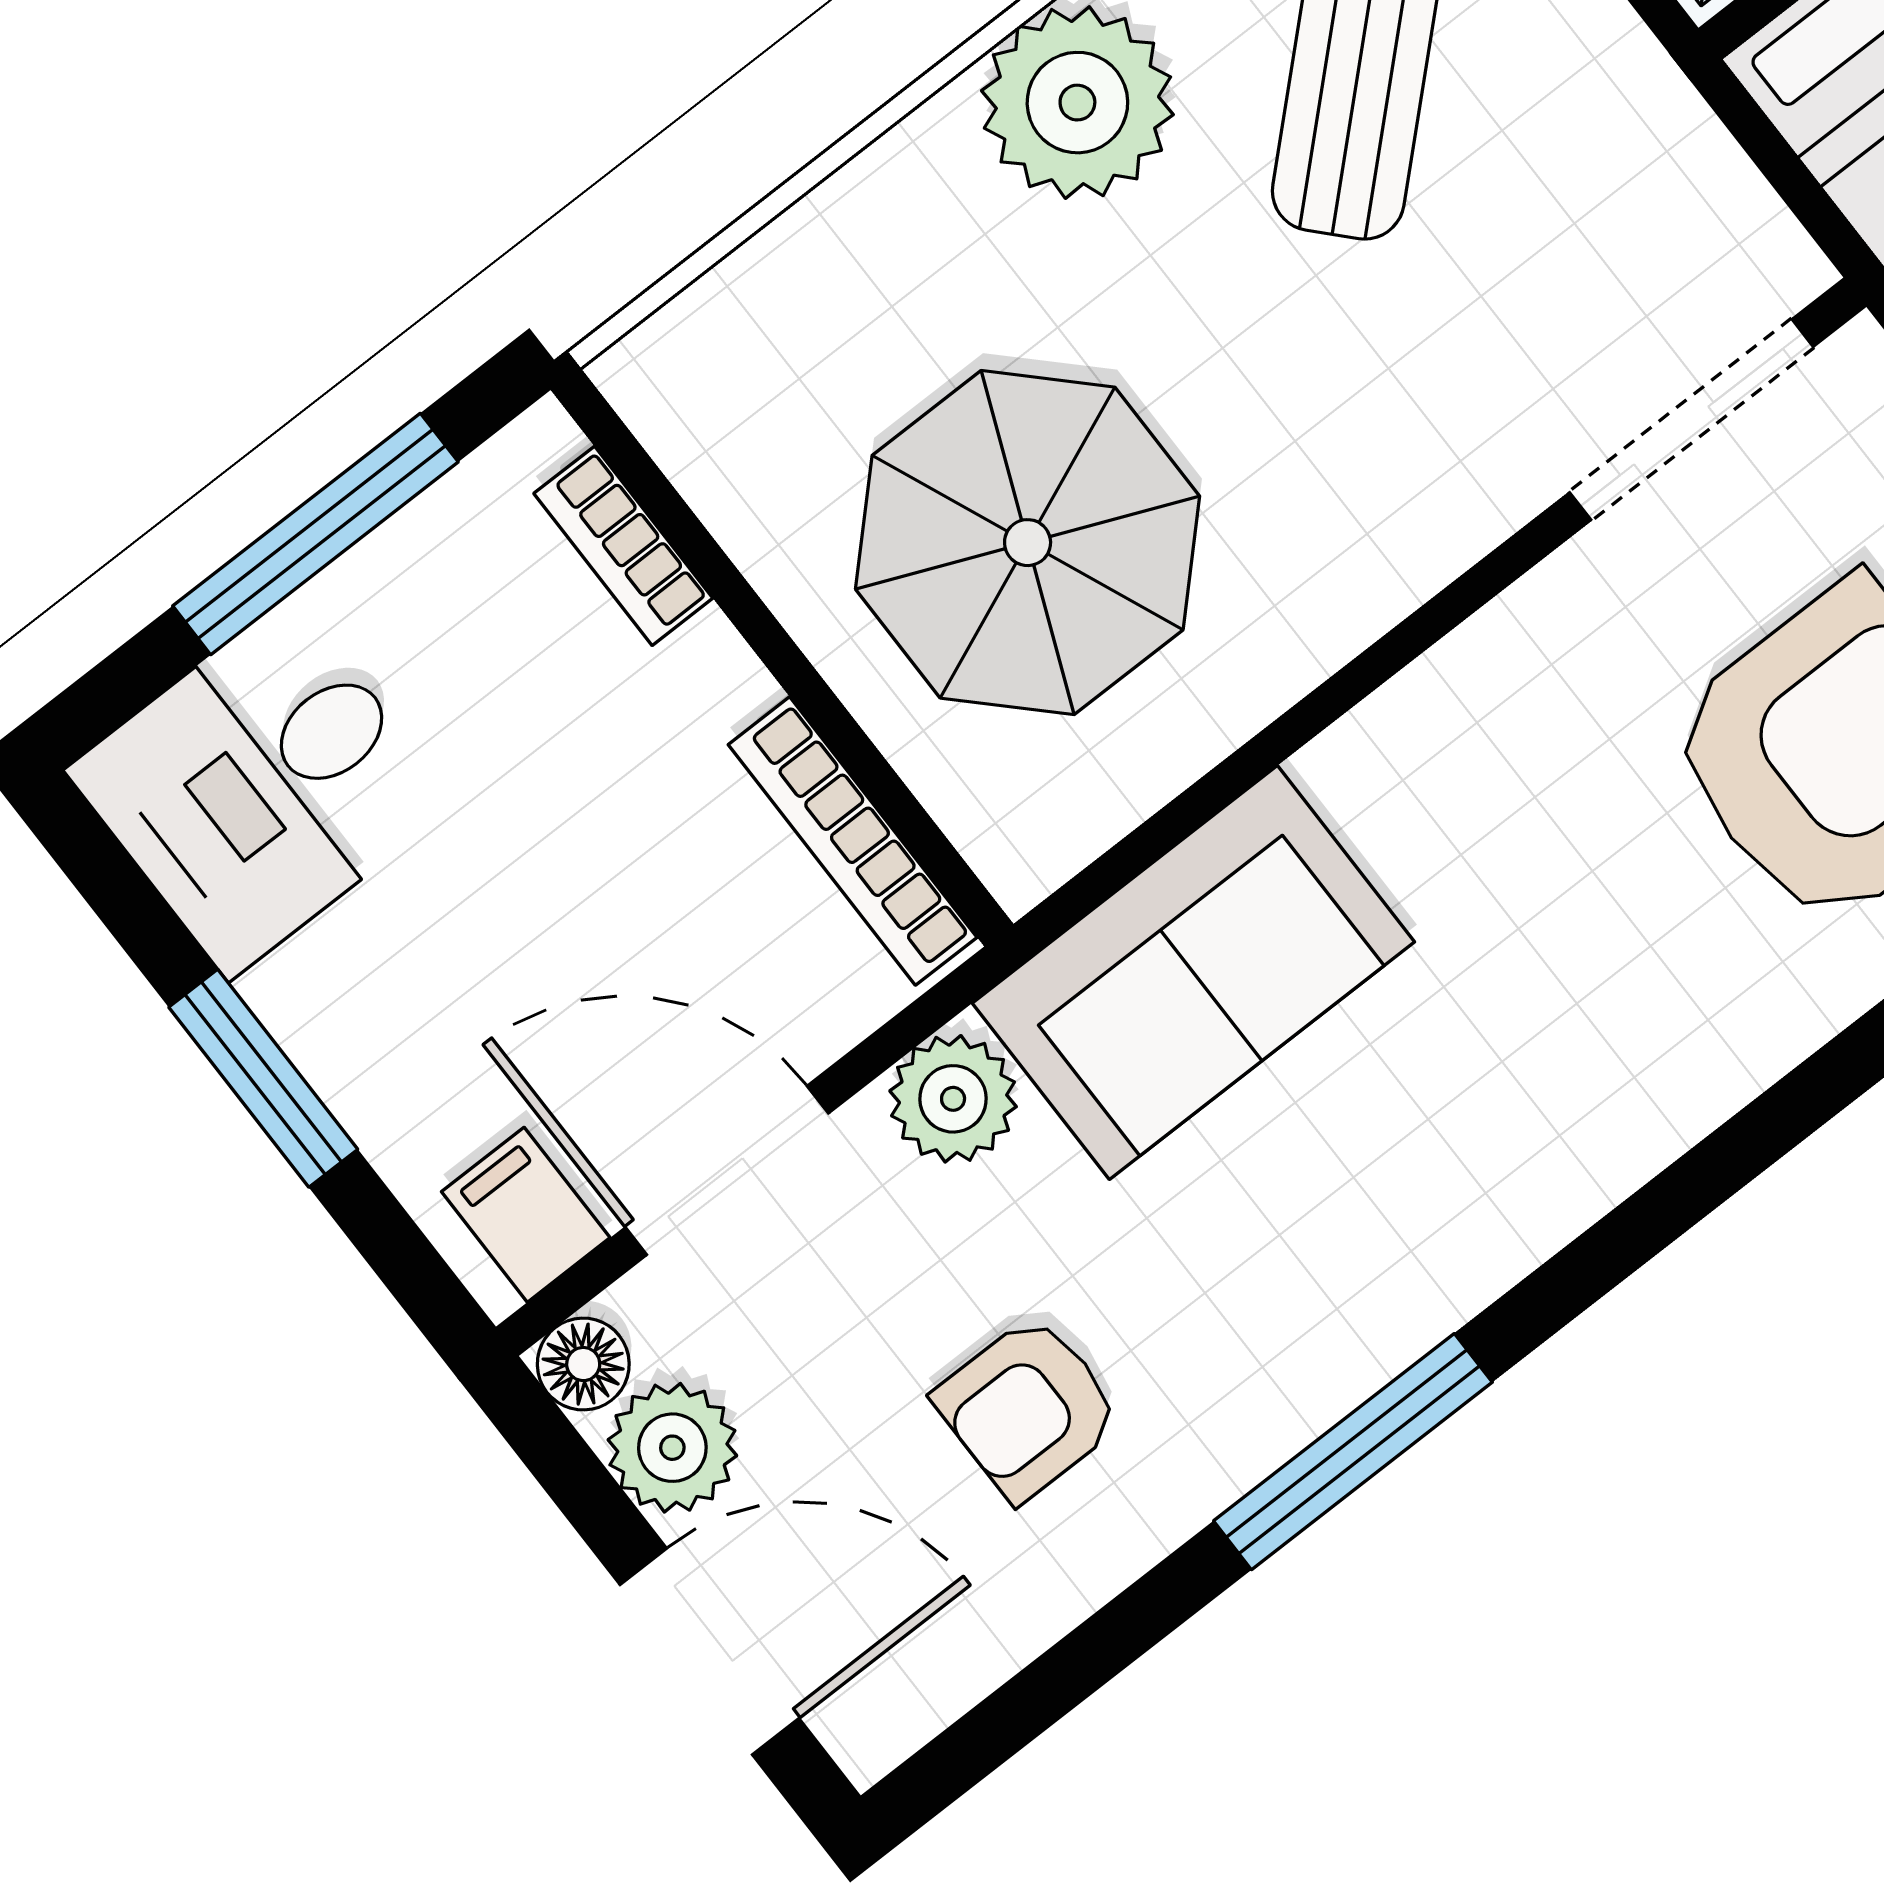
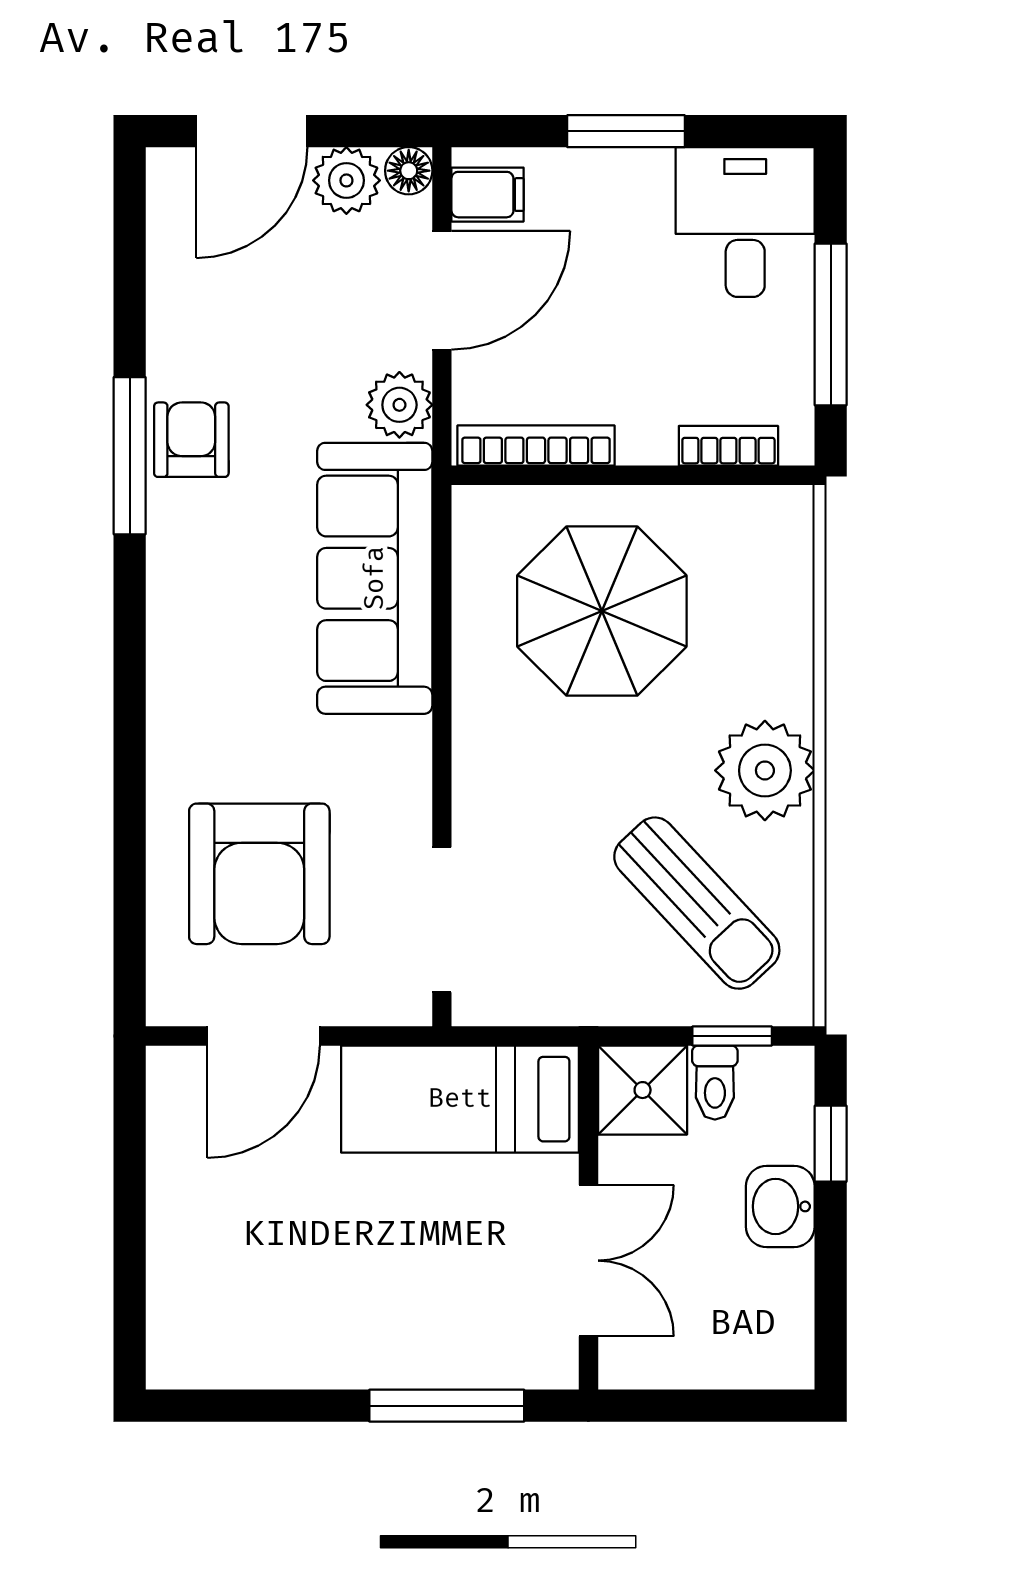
sofa: (1193, 973) -> (375, 578), width x1.36
armchair: (1028, 1408) -> (191, 440), moved

